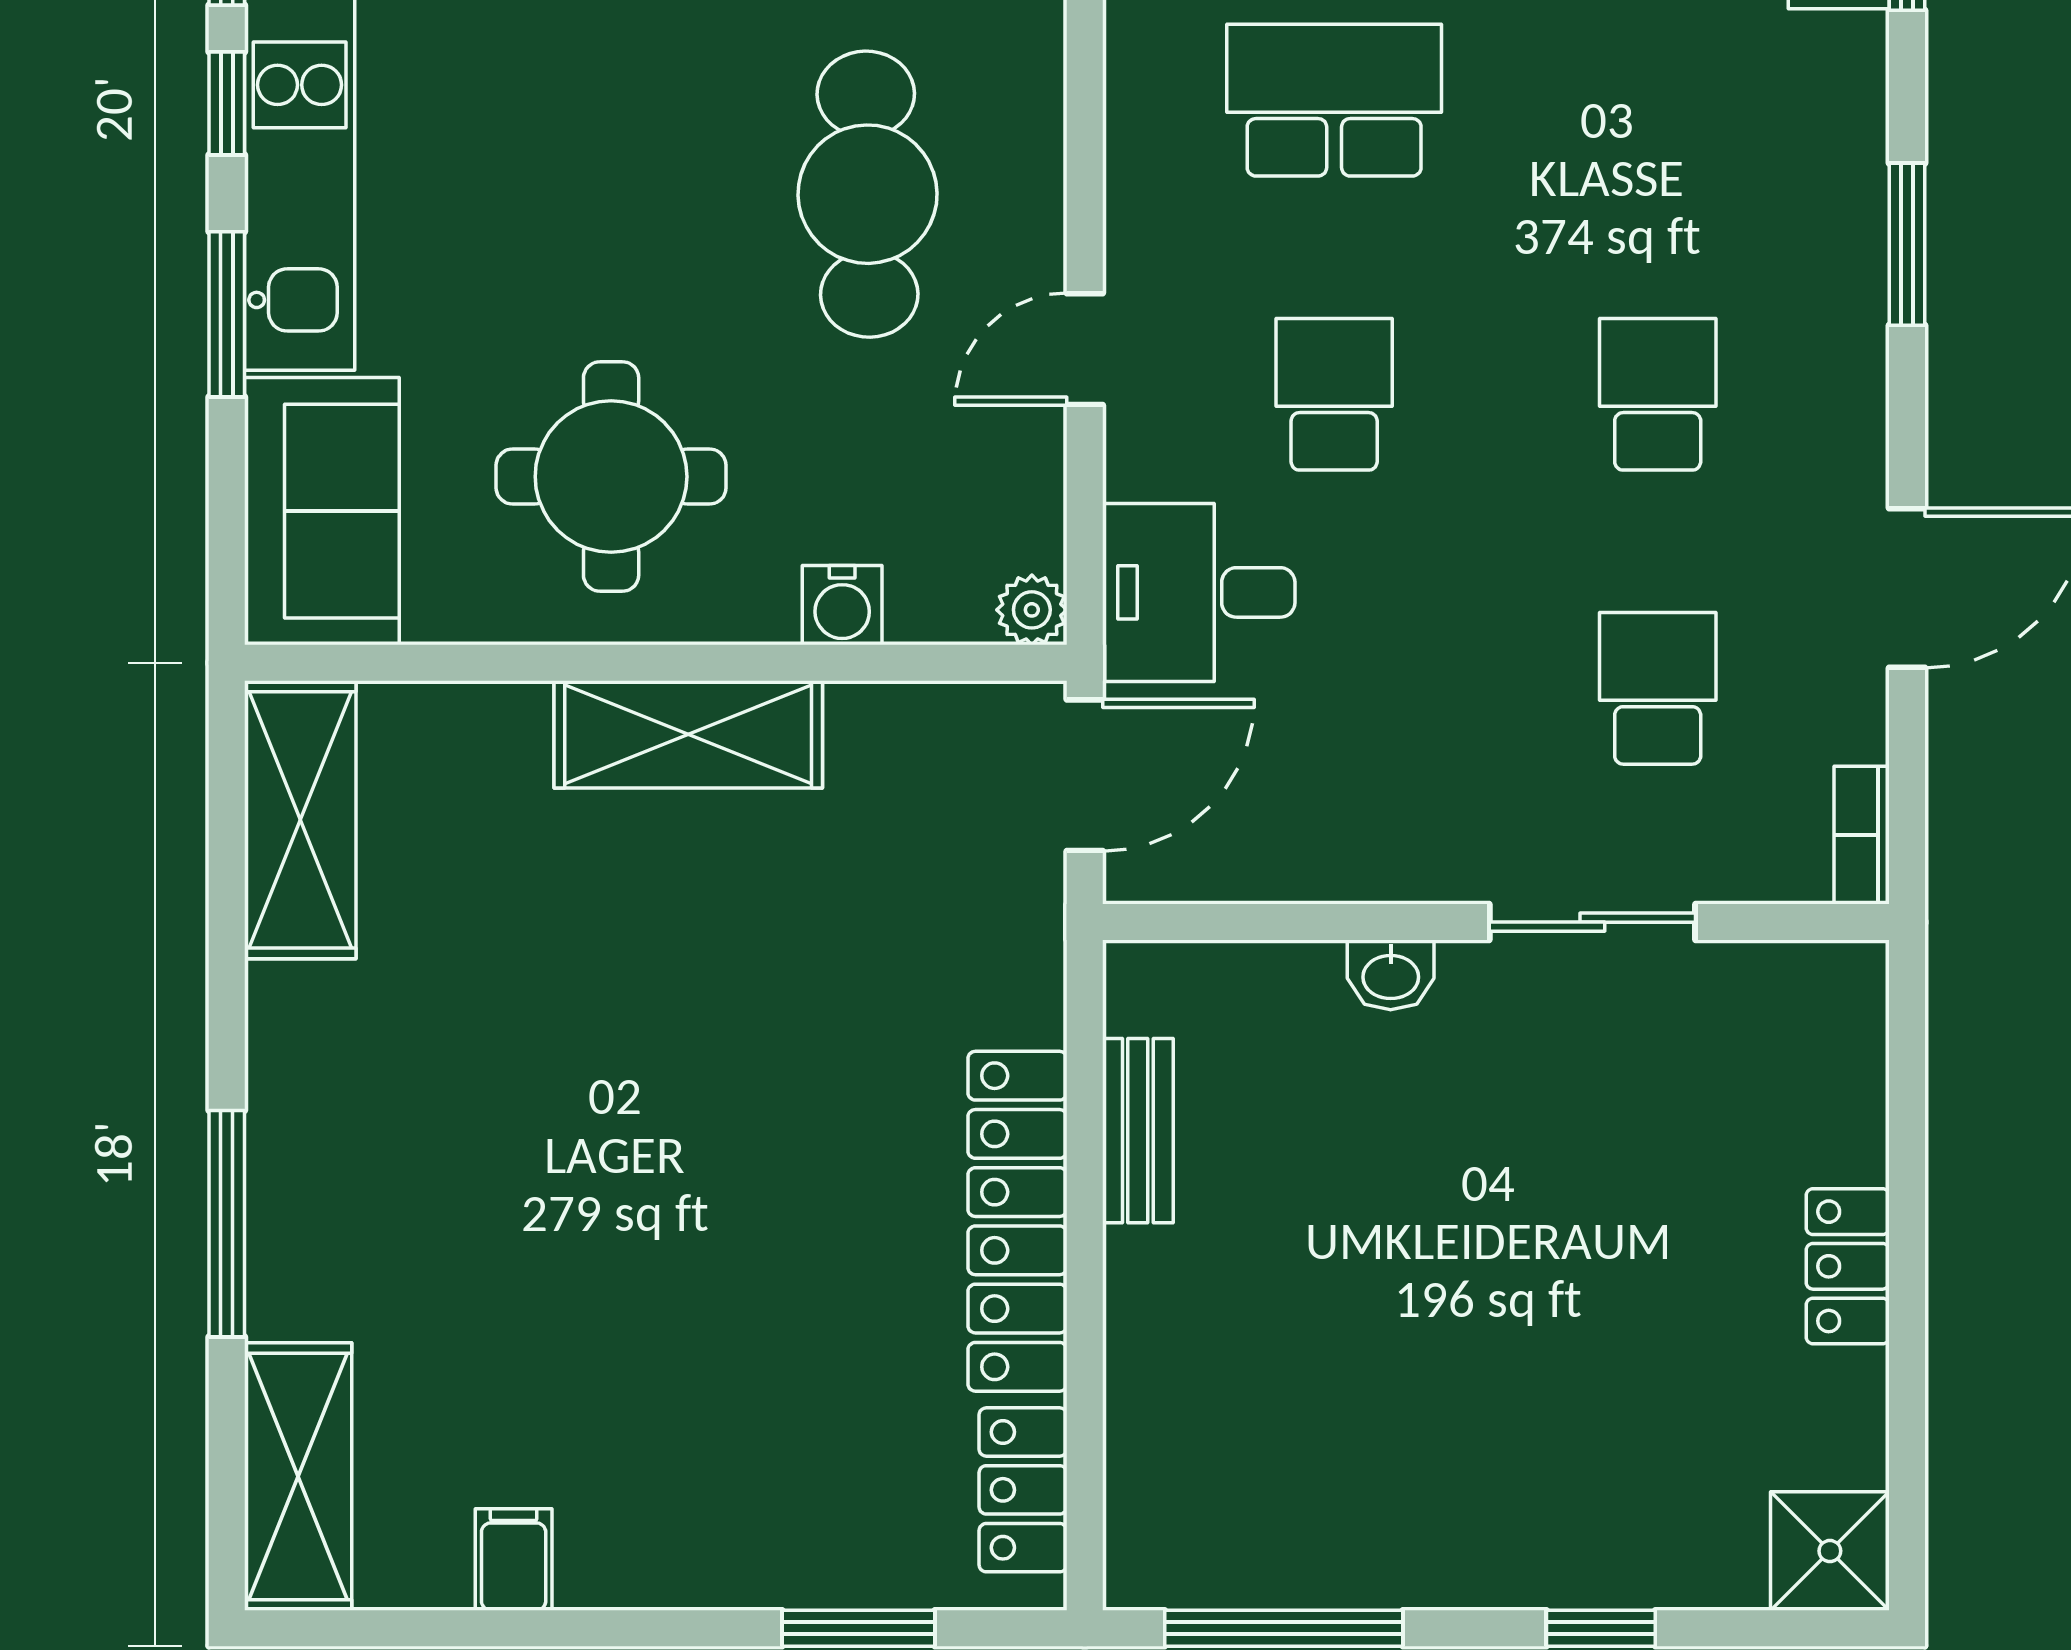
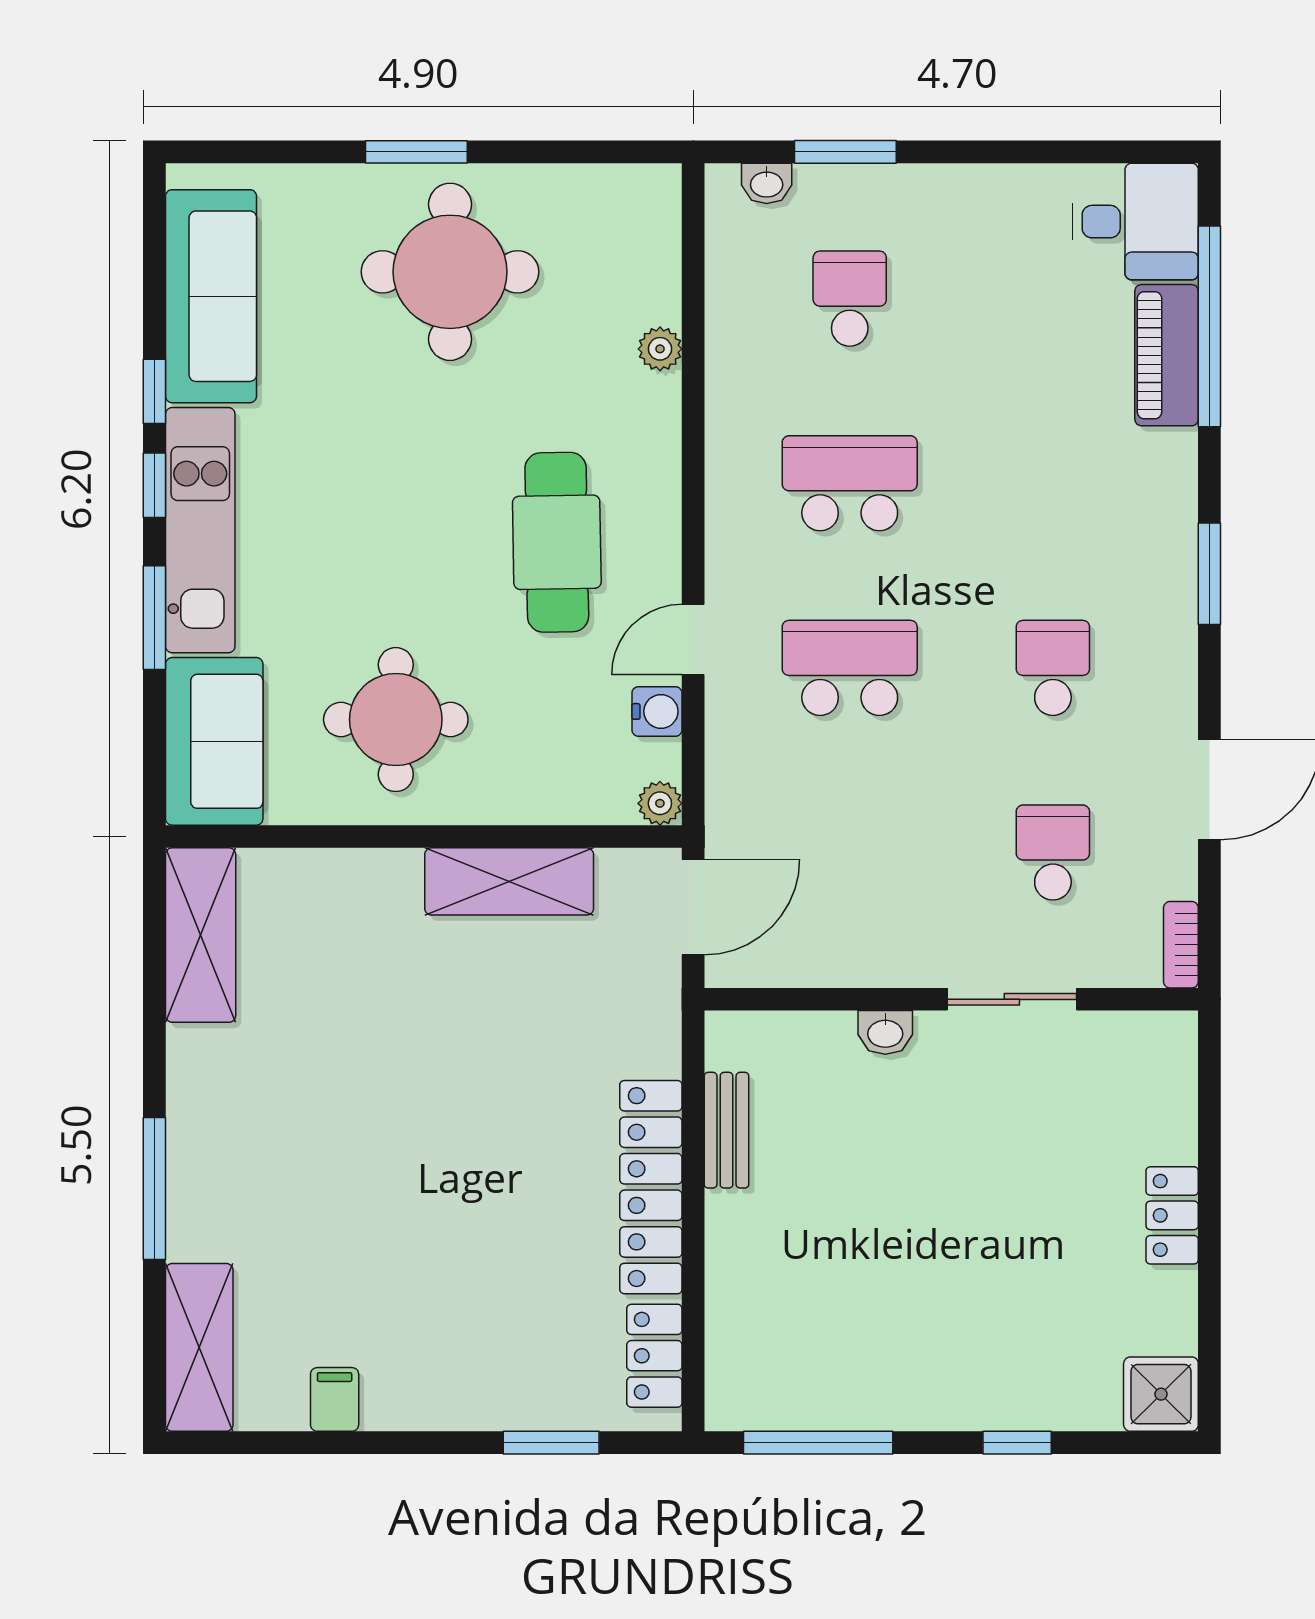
school desk: (1334, 394) -> (850, 668), width x1.85
desk: (1199, 592) -> (765, 792), removed
water cooler: (842, 605) -> (657, 711), moved, turned -90
shelving: (688, 734) -> (509, 881), moved

